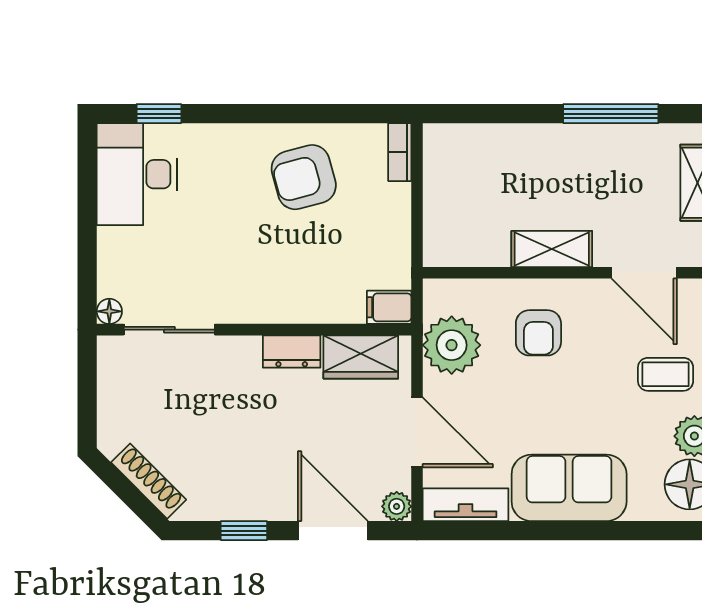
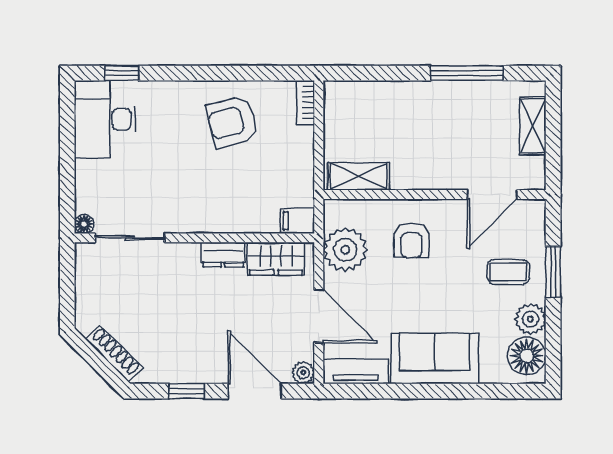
shelving: (552, 249) -> (359, 176), moved
door: (644, 273) -> (492, 194), hinge flipped

